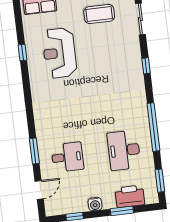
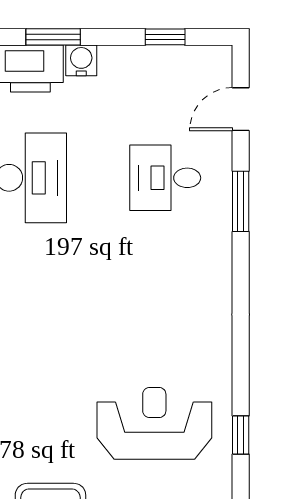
reception desk: (59, 53) -> (154, 423), turned -90
water cooler: (95, 204) -> (81, 60), moved

